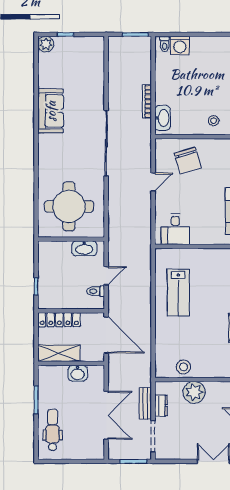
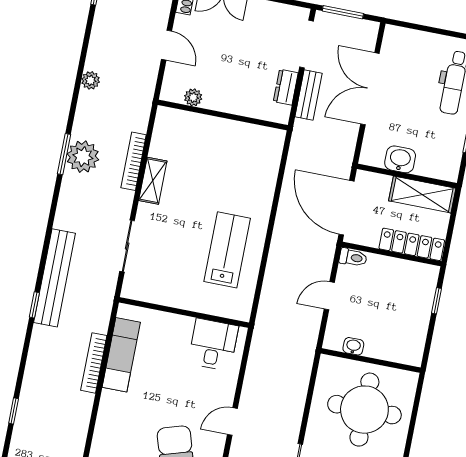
washbasin: (84, 248) -> (353, 346), width x0.52, depth x0.69
toilet: (96, 291) -> (353, 257), moved
stool: (183, 367) -> (241, 138), removed
plant: (194, 392) -> (193, 97), moved, width x0.53, depth x0.53

